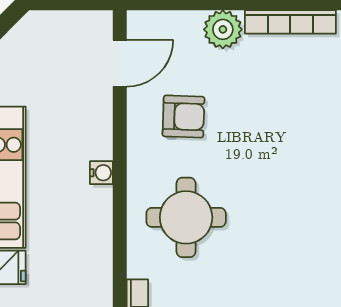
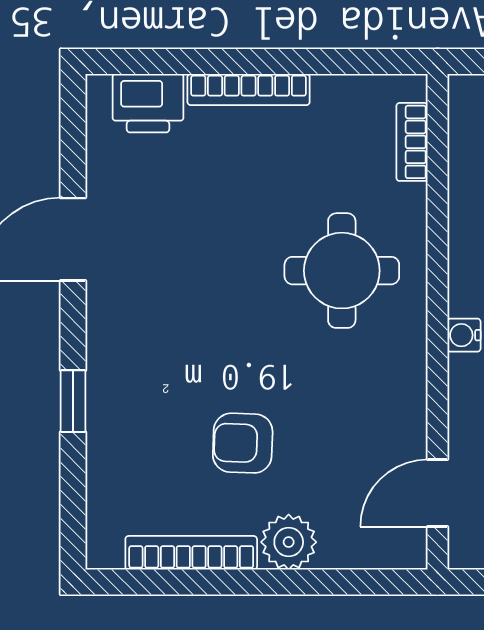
armchair: (183, 117) -> (243, 443), moved

